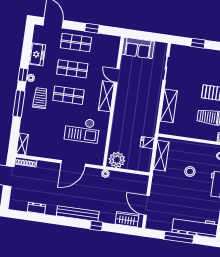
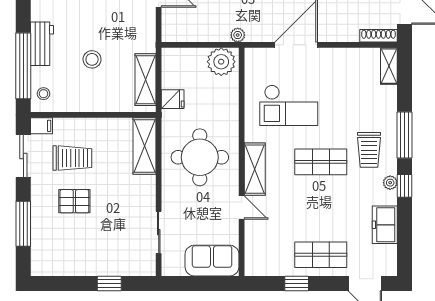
shop shelf: (72, 69) -> (321, 208), removed
shelving: (169, 106) -> (145, 146), moved
round table: (137, 107) -> (200, 157), added
checkout: (82, 130) -> (289, 105), turned 180

